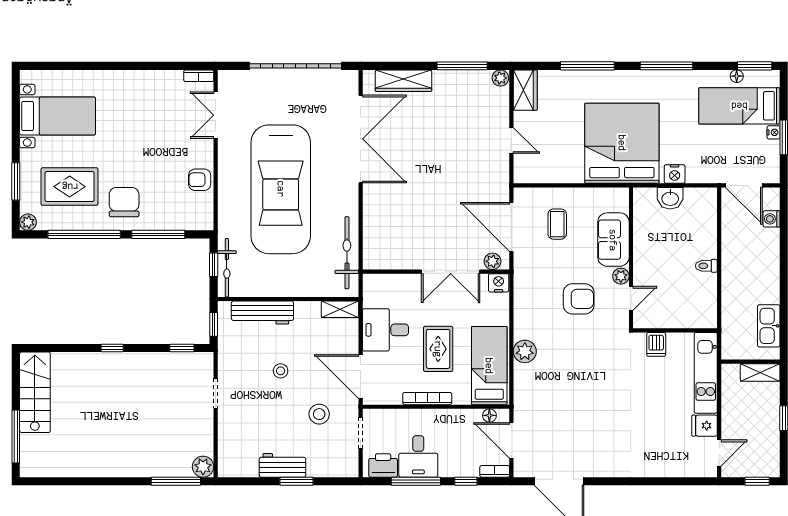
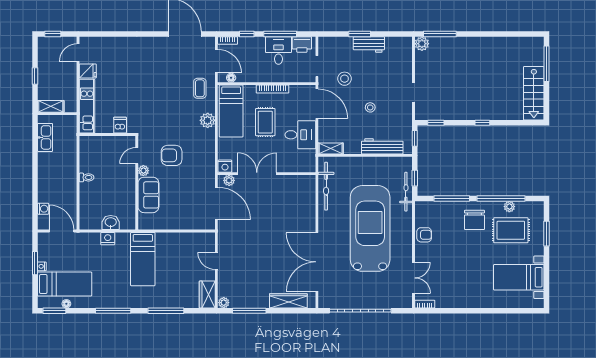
bed: (622, 143) -> (143, 259), width x0.49
plant: (28, 222) -> (509, 207), moved
coffee table: (557, 224) -> (200, 88), moved
bicycle: (227, 268) -> (406, 192), moved

